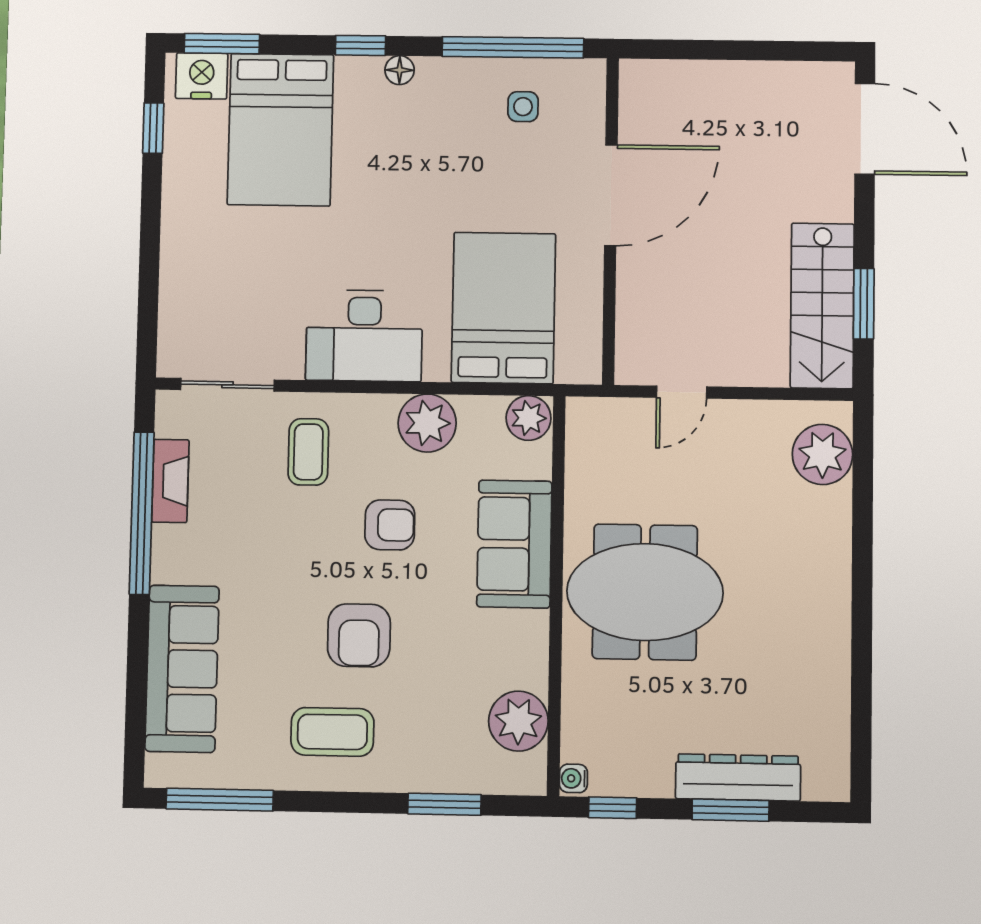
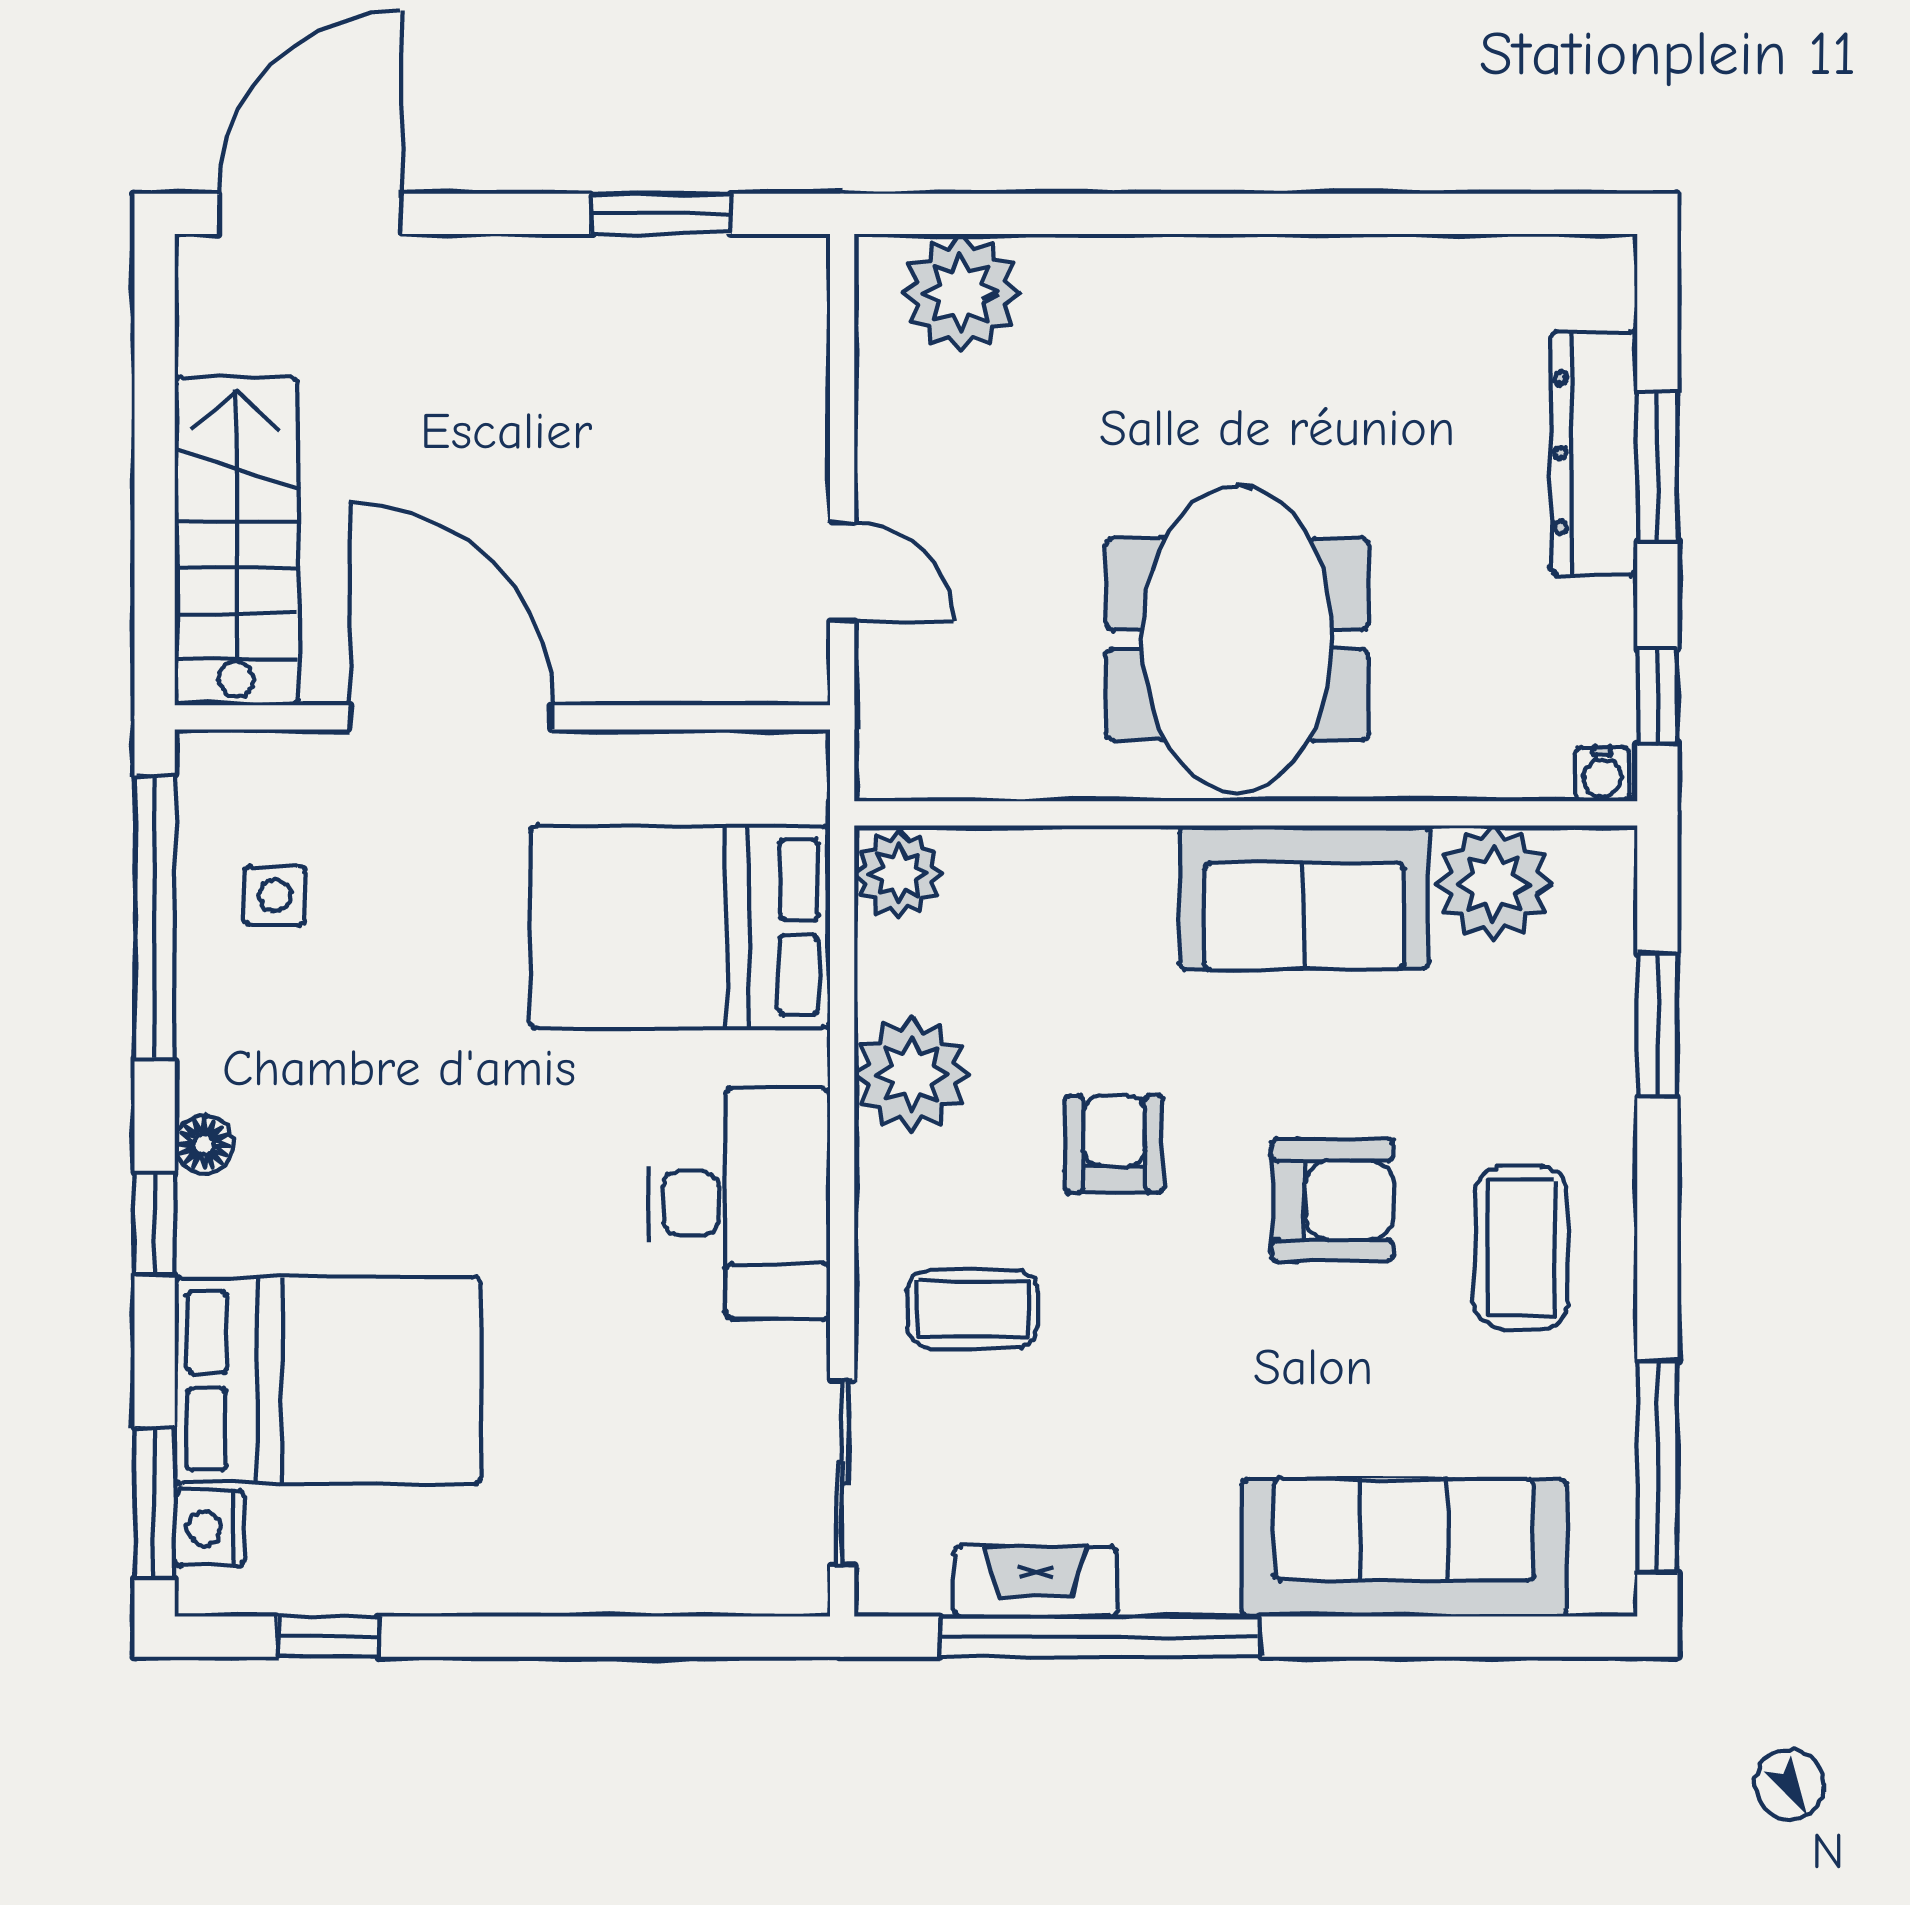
nightstand: (202, 76) -> (210, 1528), width x0.74, depth x0.75
stairs: (822, 306) -> (237, 541), moved, turned -90
sofa: (514, 544) -> (1304, 897), moved

